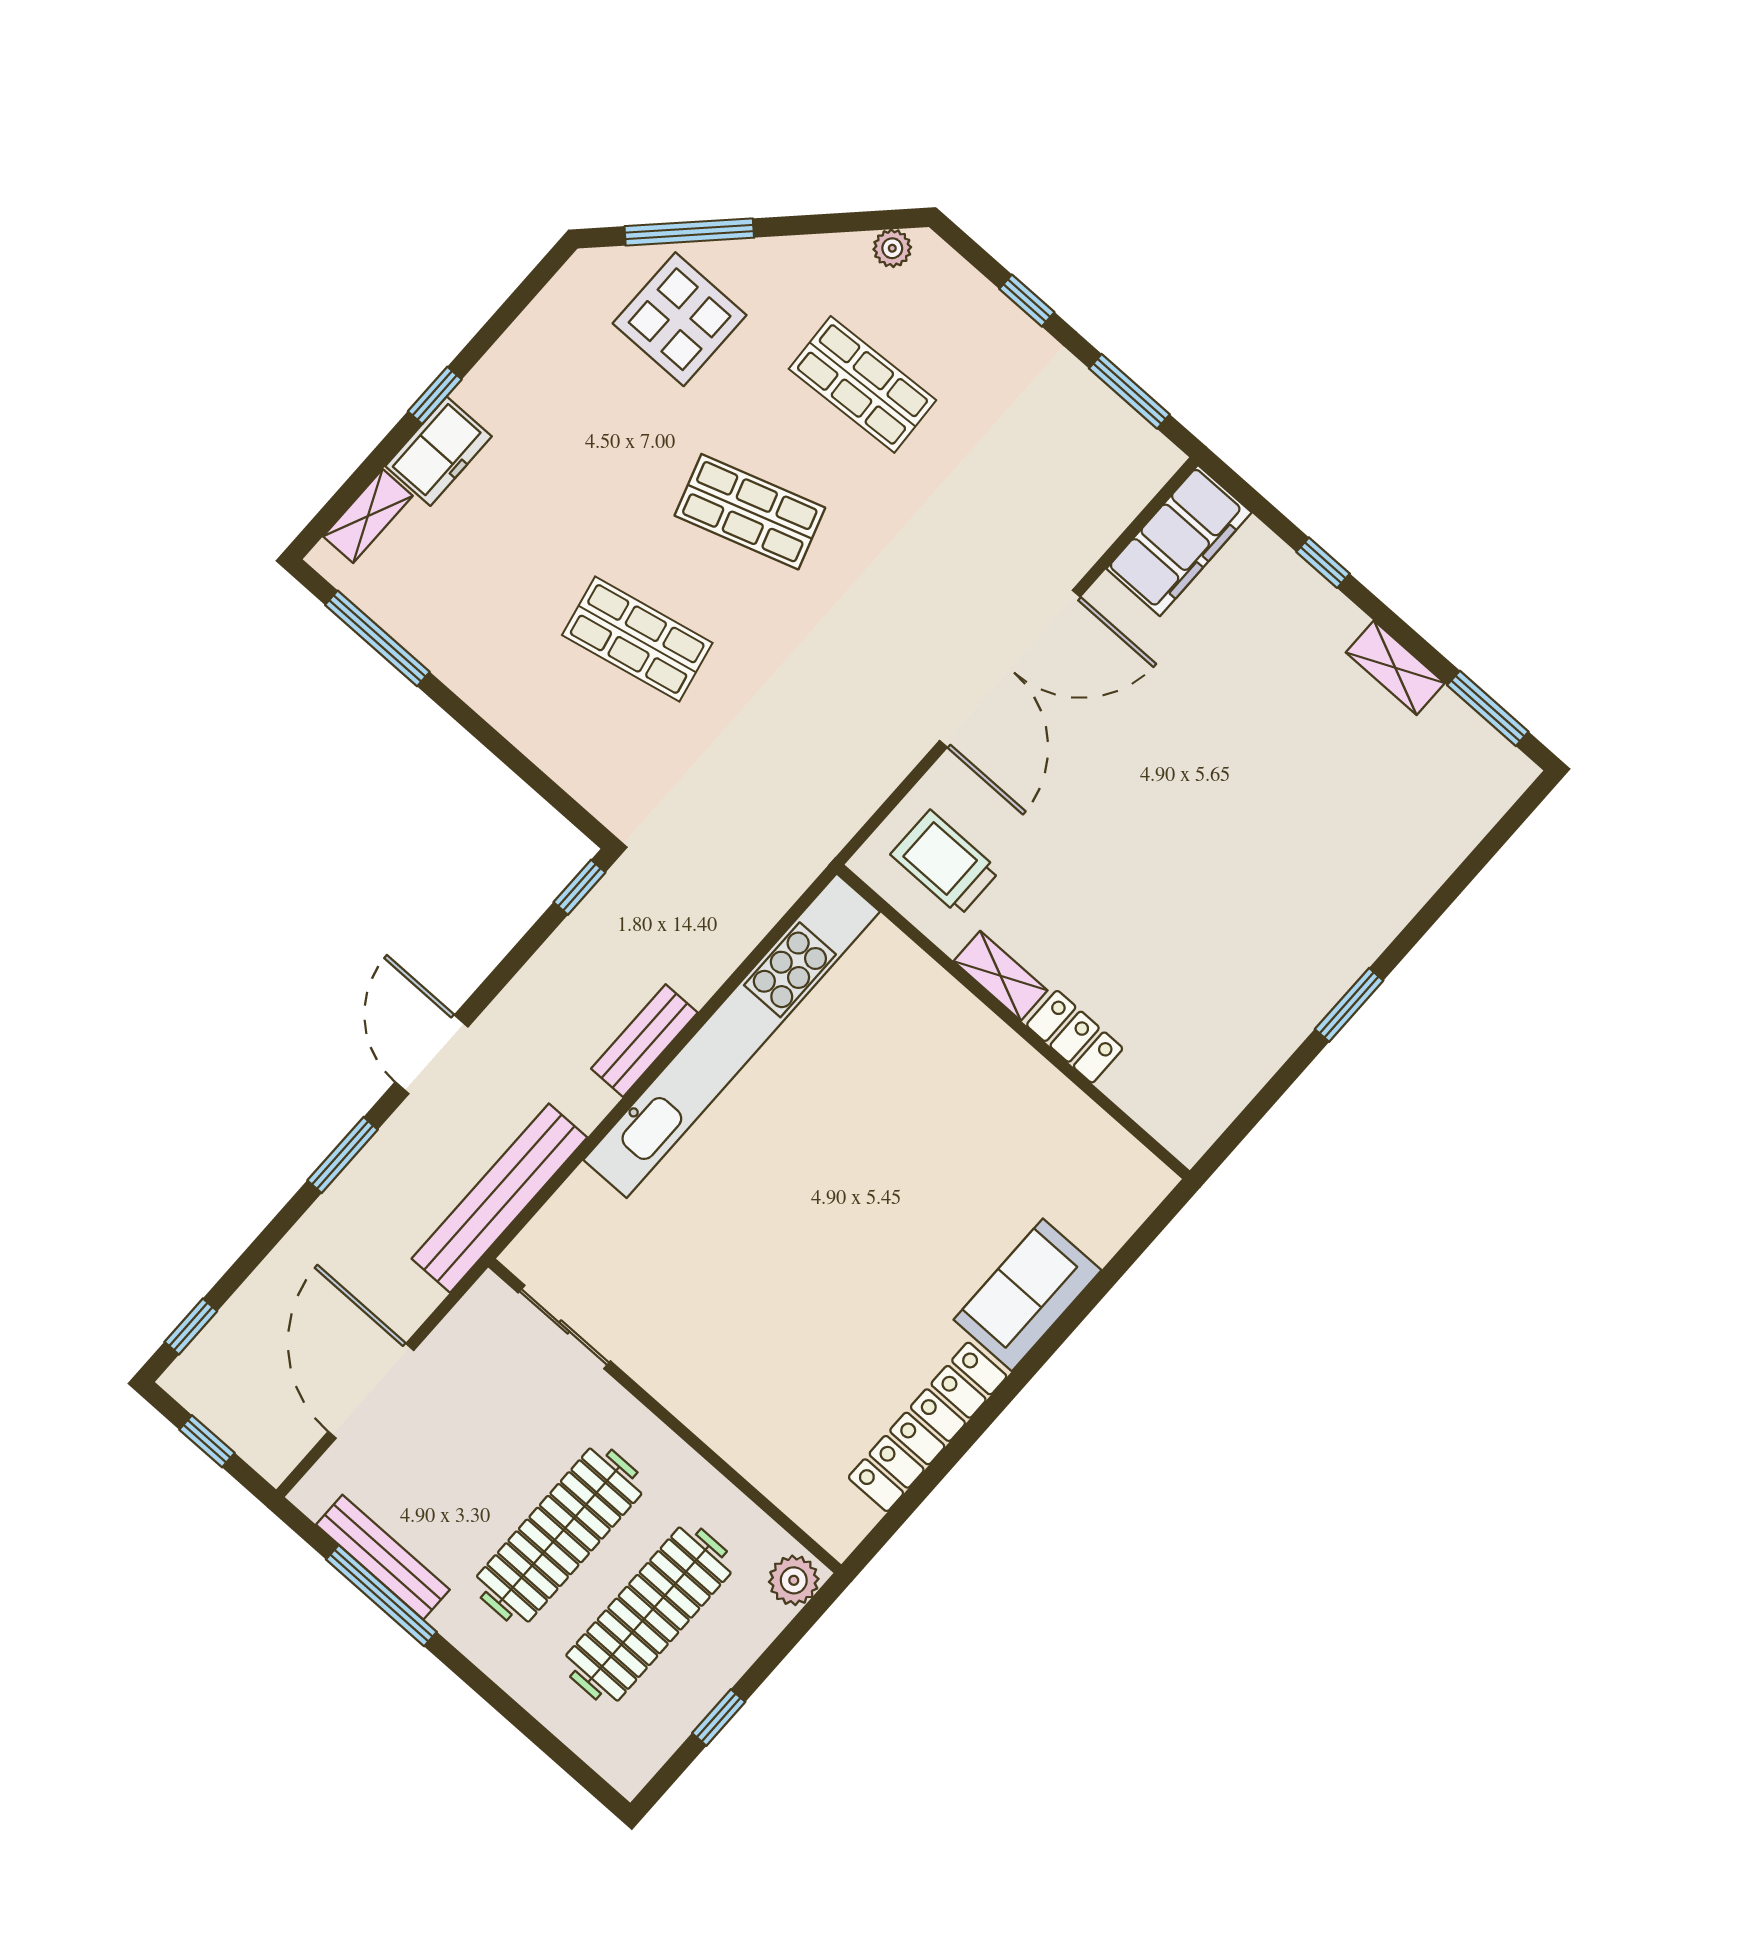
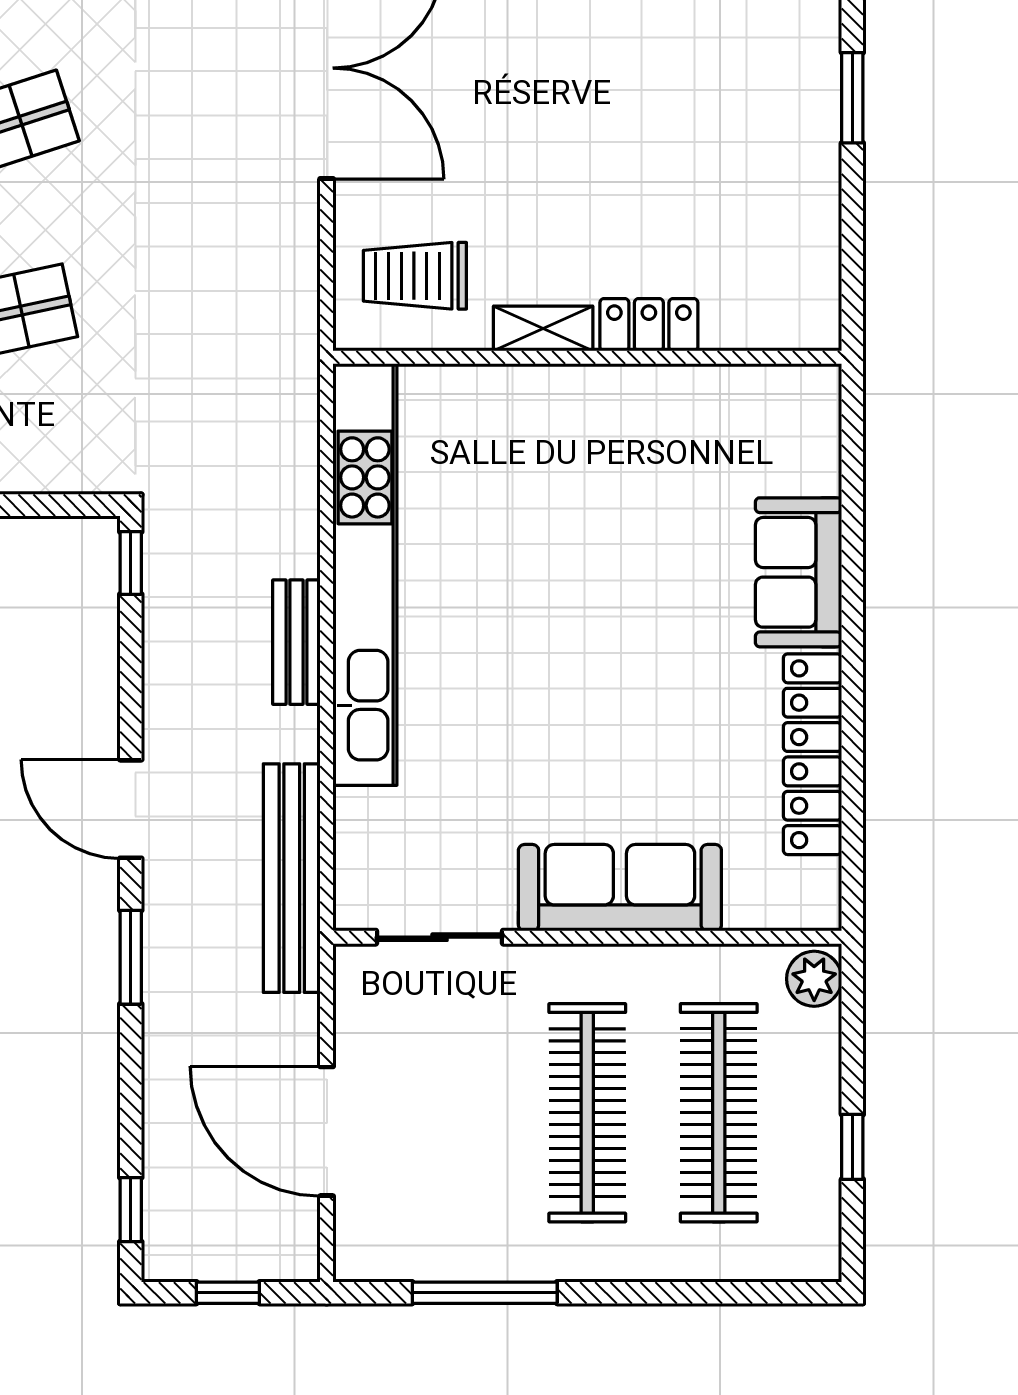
sofa: (717, 1402) -> (620, 888), added
bench: (383, 1557) -> (458, 1260), removed

